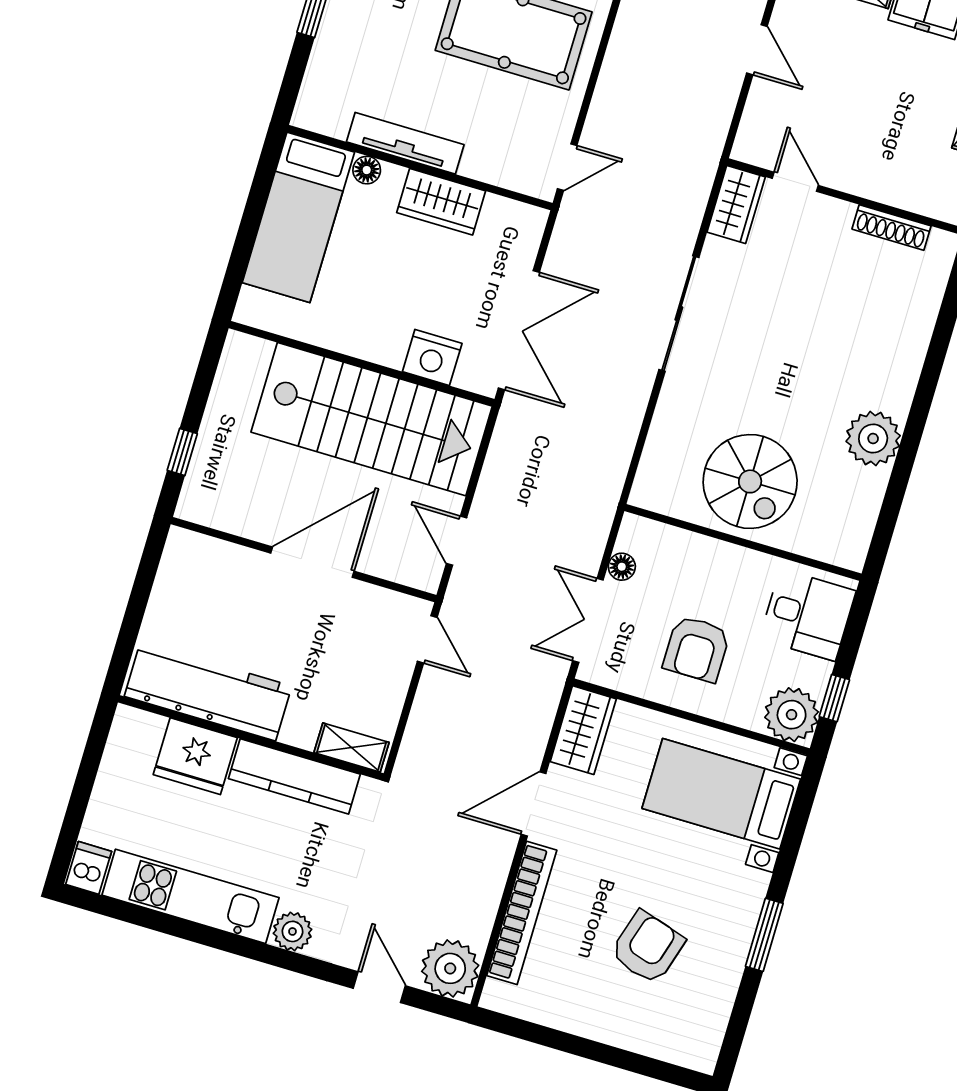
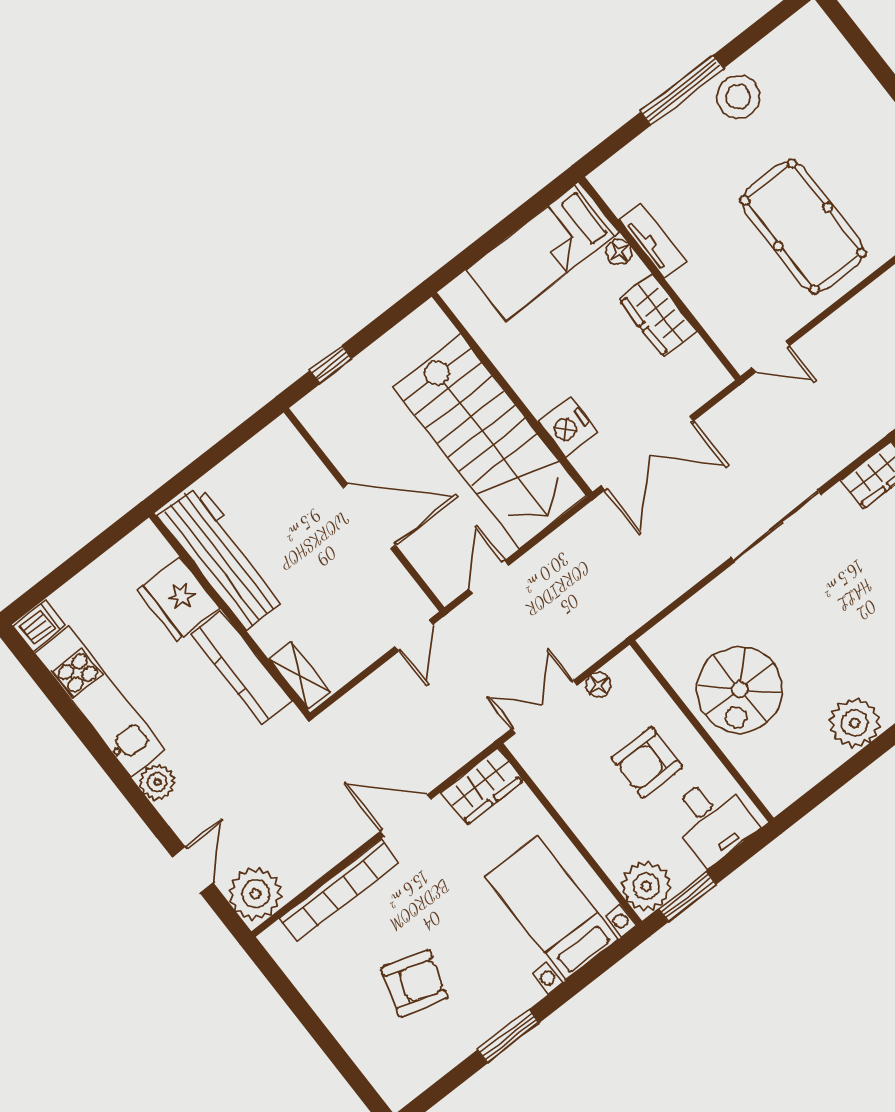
tv unit: (405, 143) -> (653, 241), width x0.71
armchair: (697, 649) -> (647, 762), moved
window: (834, 698) -> (687, 897), width x1.50

